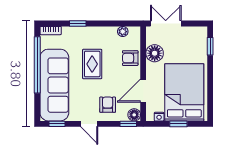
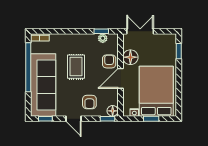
window: (78, 24) -> (101, 31), moved
armchair: (130, 58) -> (109, 61), turned 90
door: (143, 91) -> (120, 78), moved
armchair: (108, 105) -> (89, 102), turned 180

